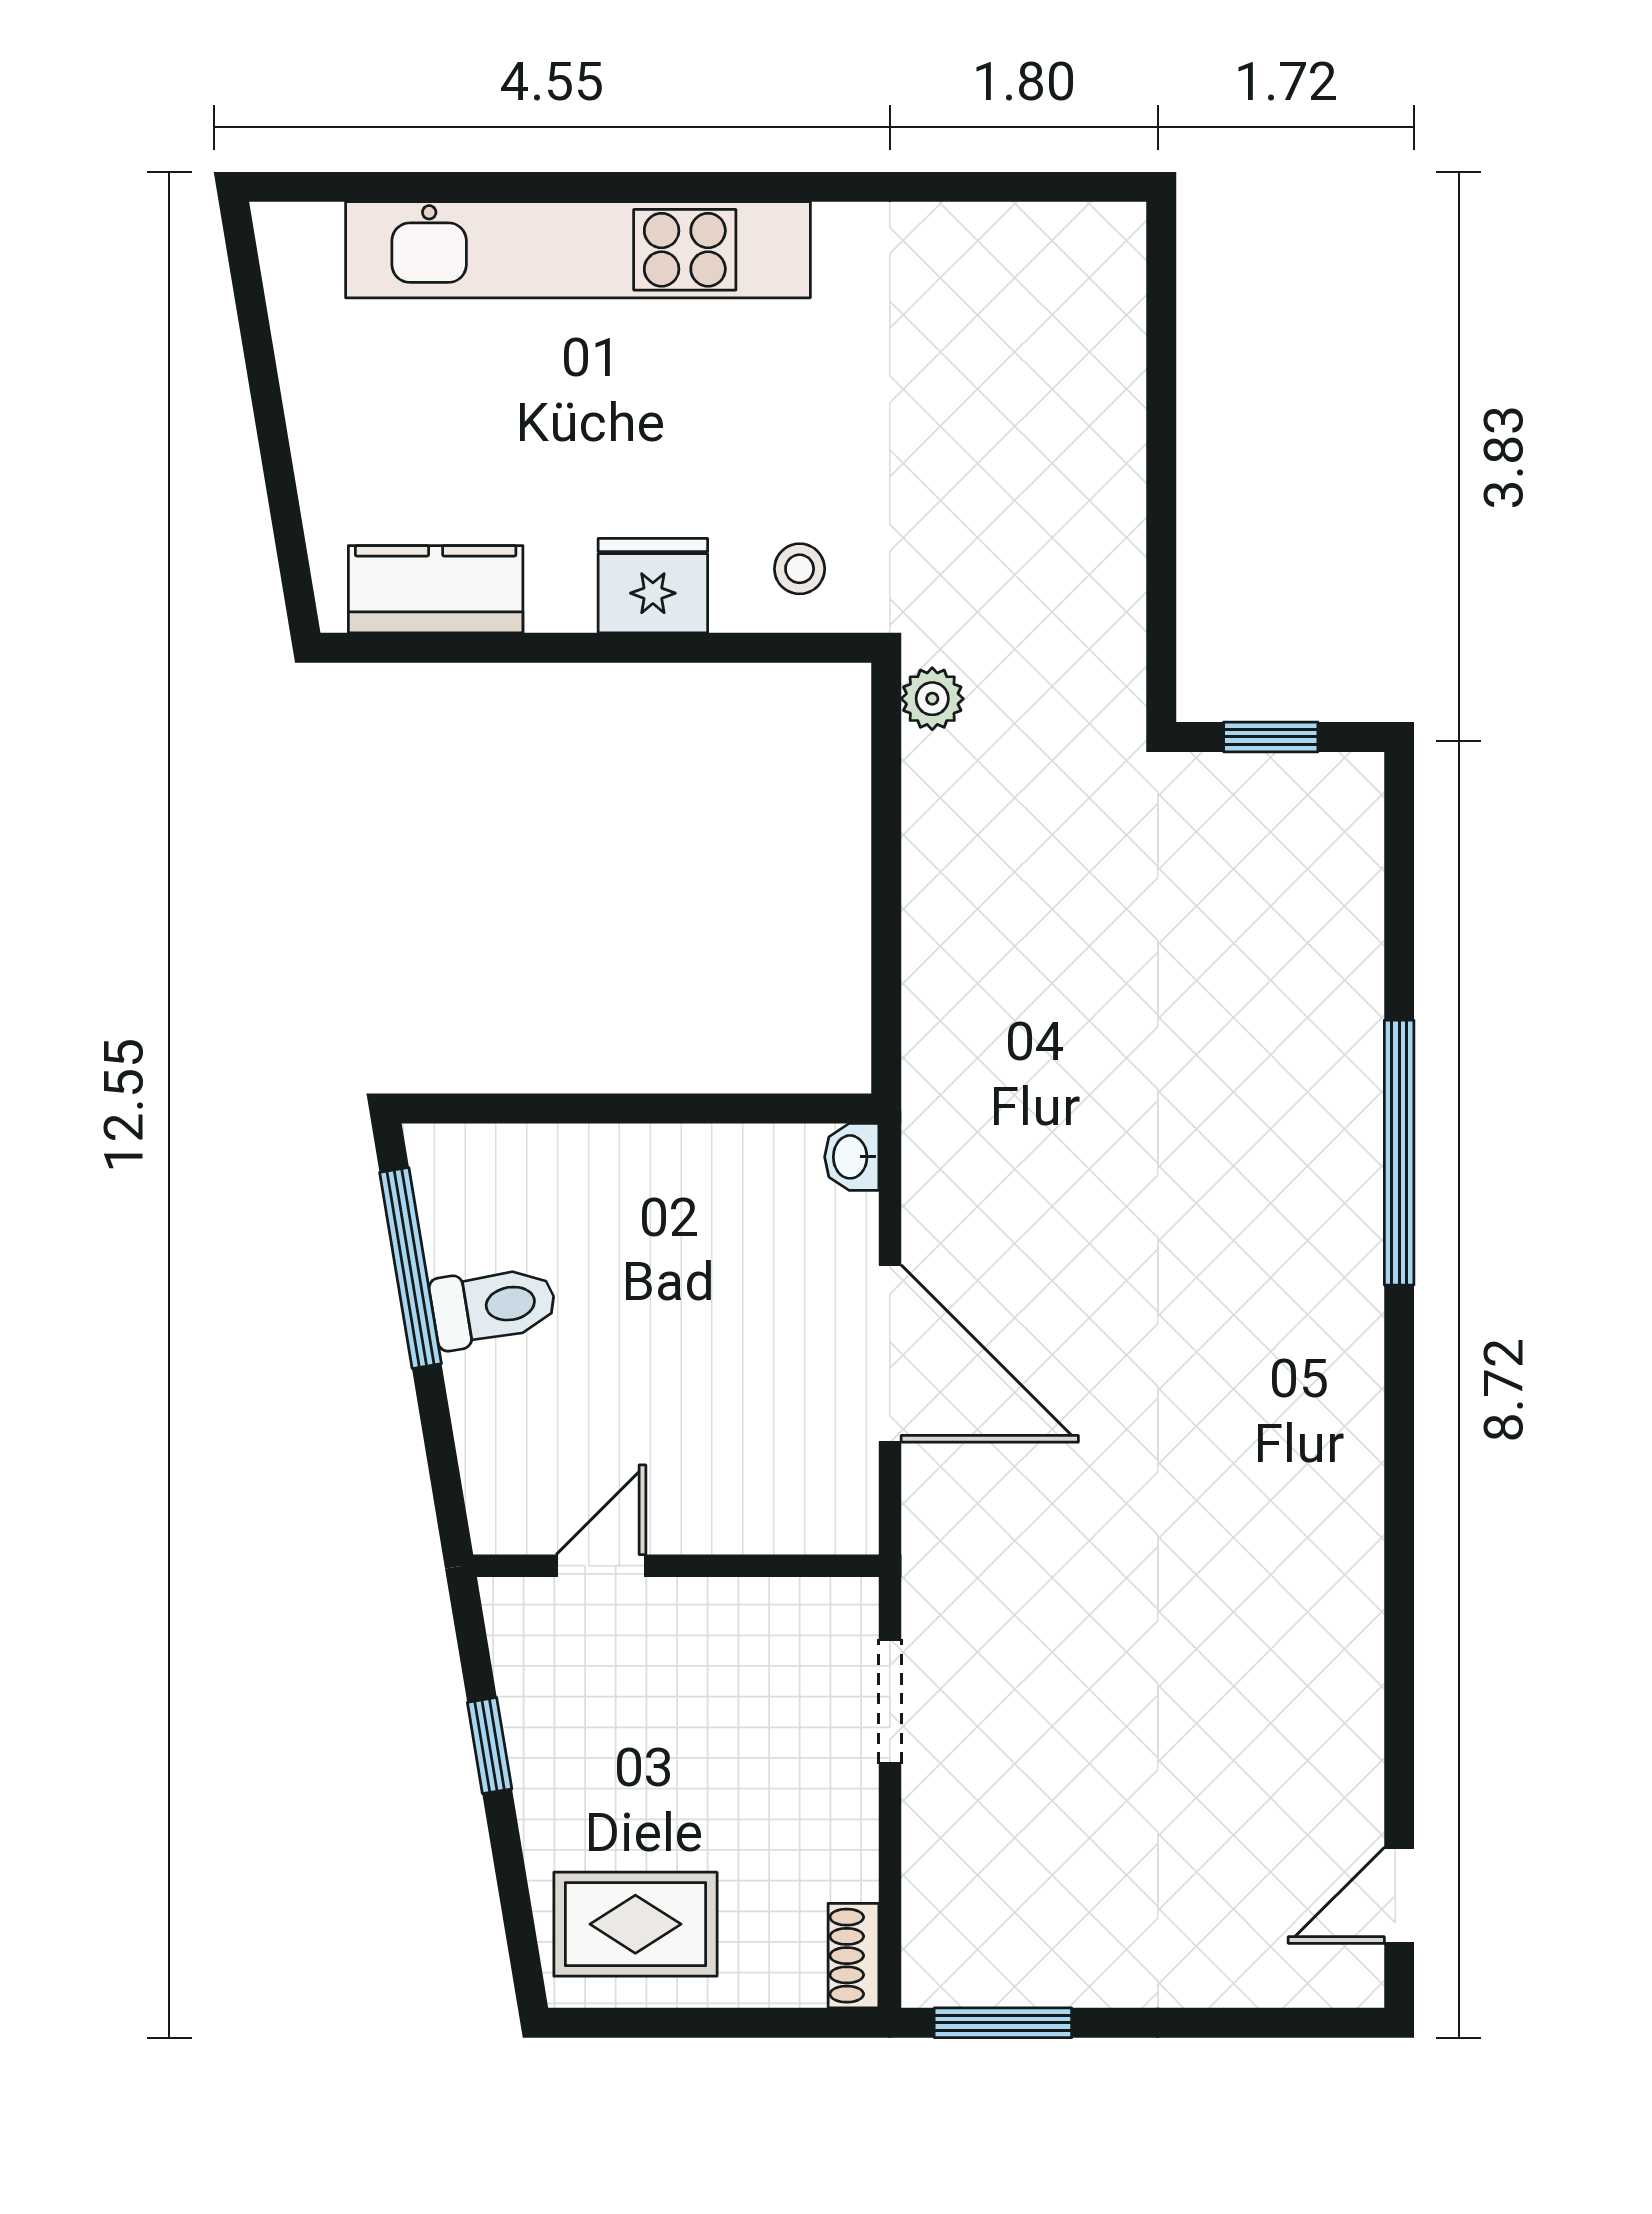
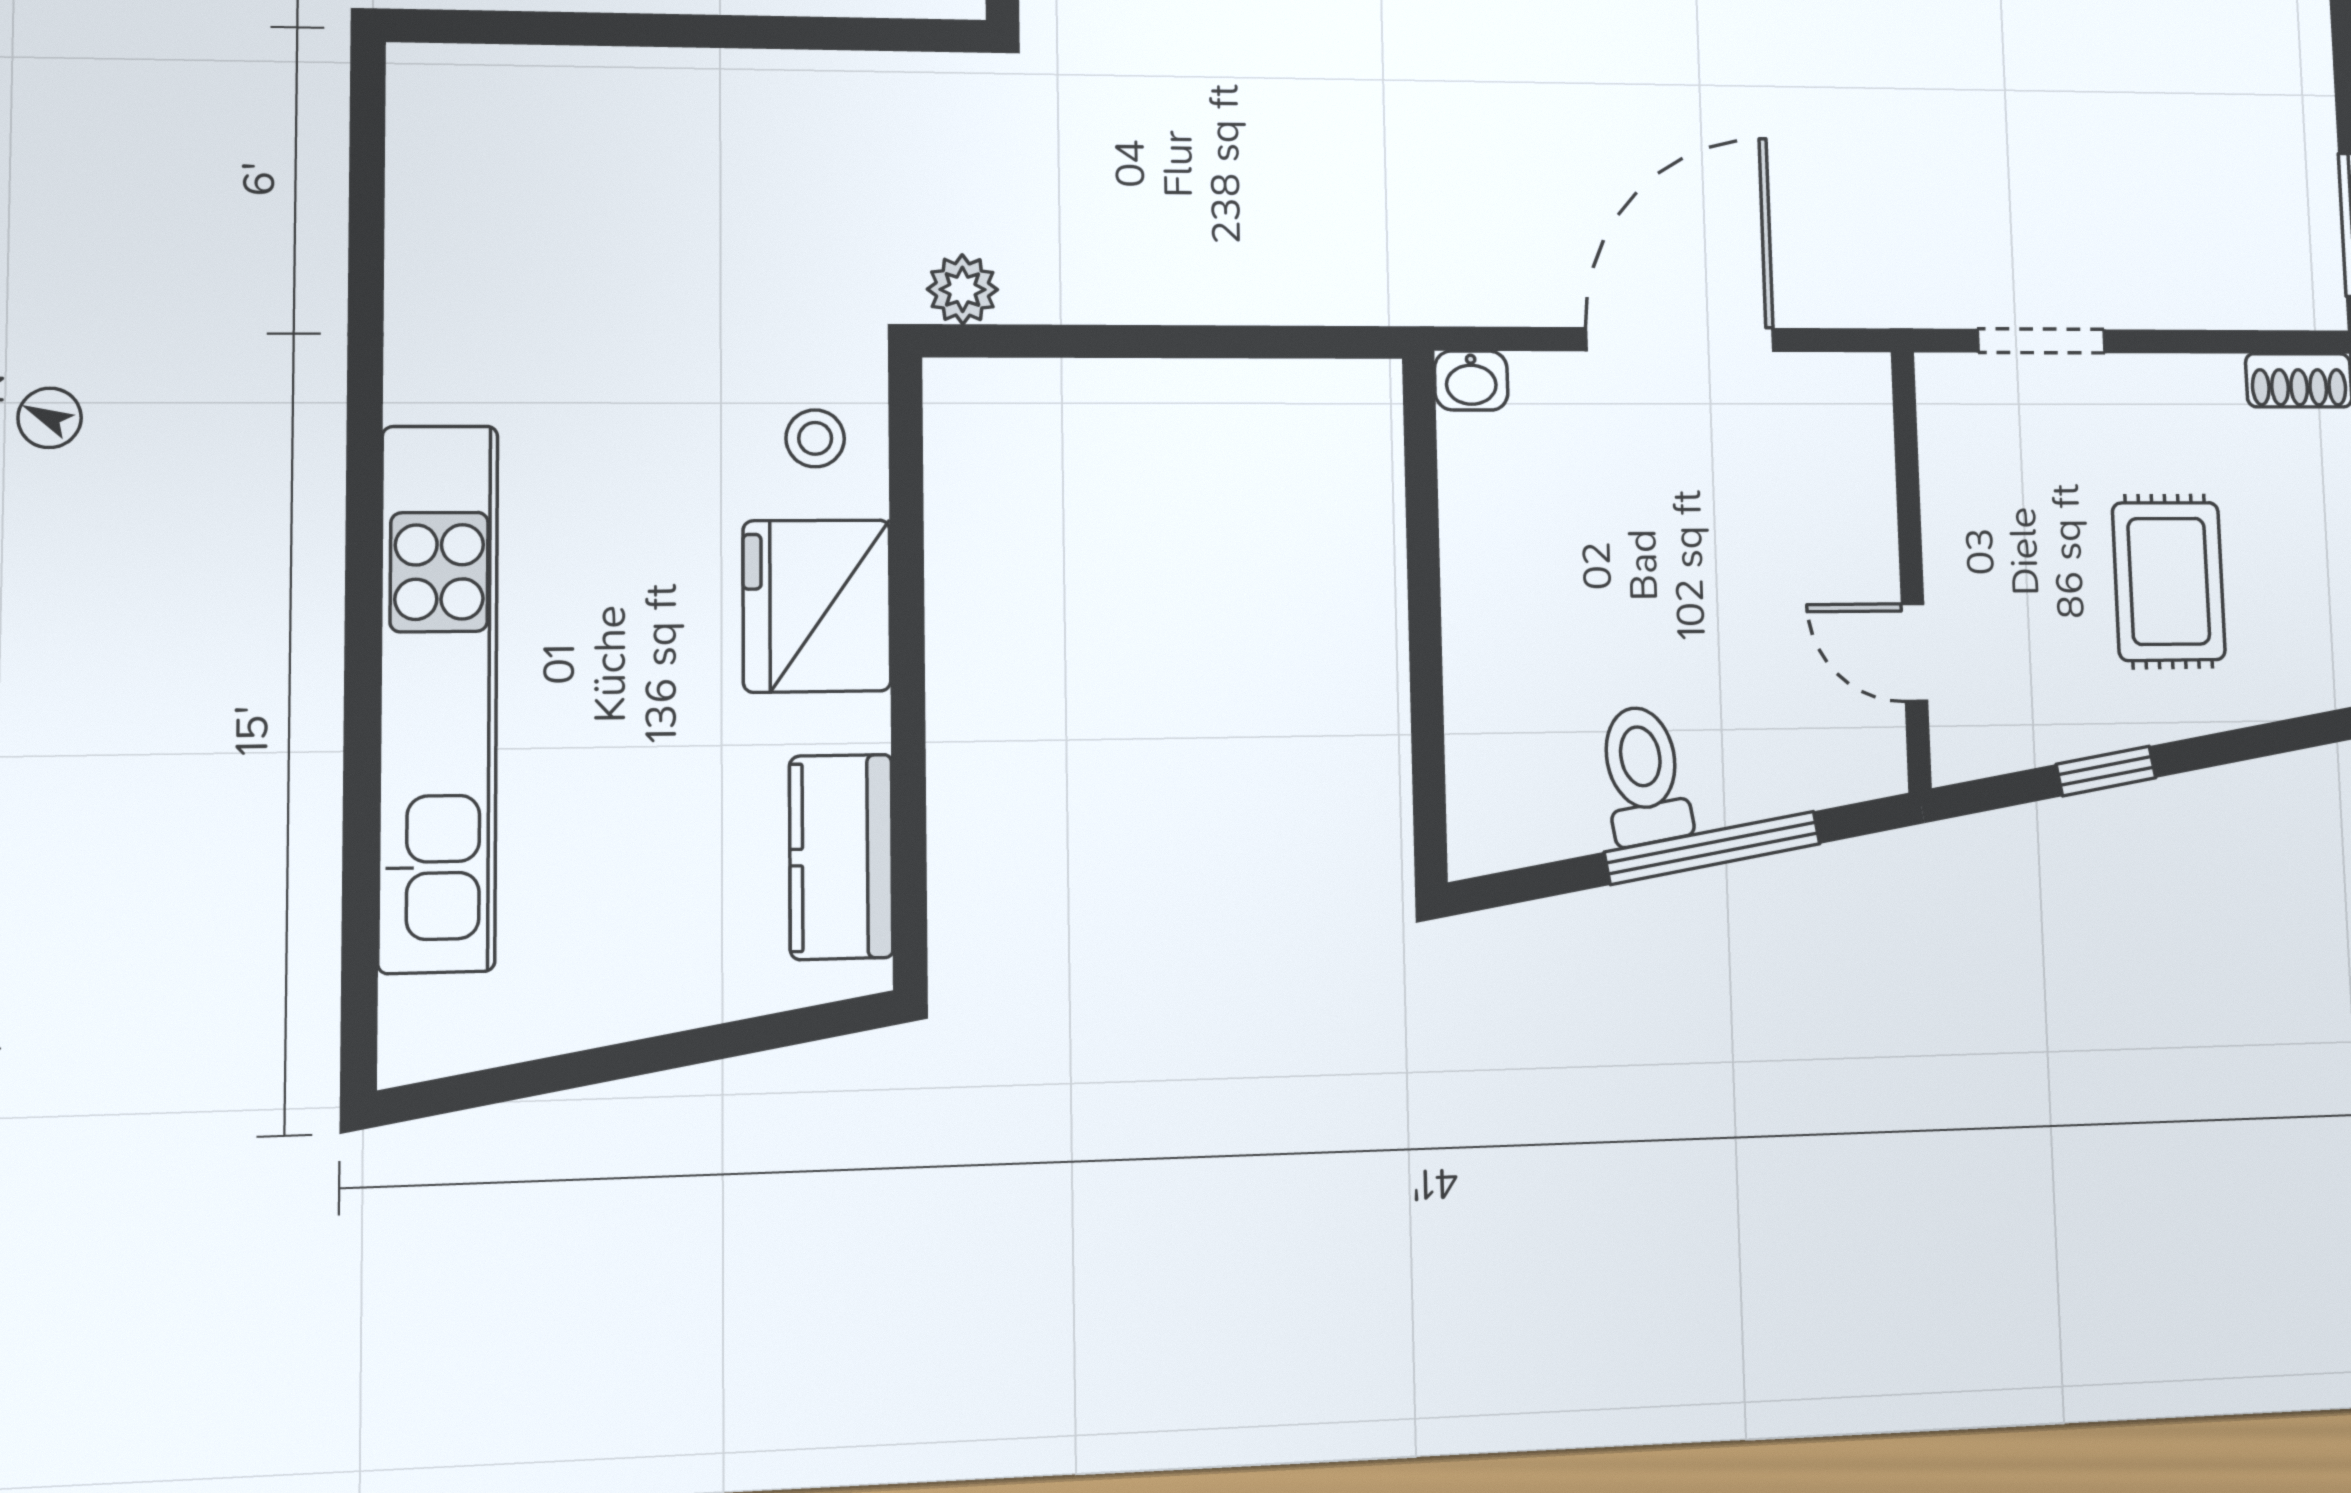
fridge: (653, 586) -> (817, 606), width x1.36, depth x1.34
window: (410, 1268) -> (1713, 848), moved
rug: (635, 1924) -> (2169, 581), moved

